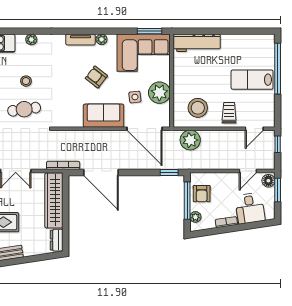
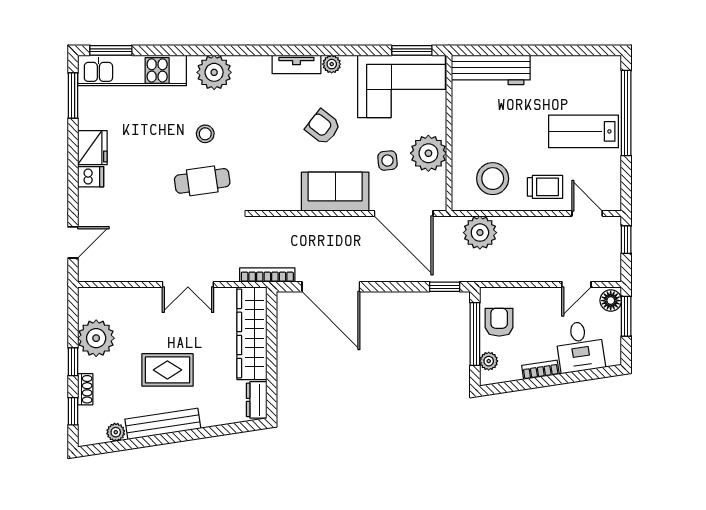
plant: (31, 39) -> (214, 72), width x1.88, depth x1.88
trolley: (229, 113) -> (545, 187), turned 90
door: (254, 129) -> (587, 213), swing flipped
armchair: (202, 194) -> (499, 322), turned 180

